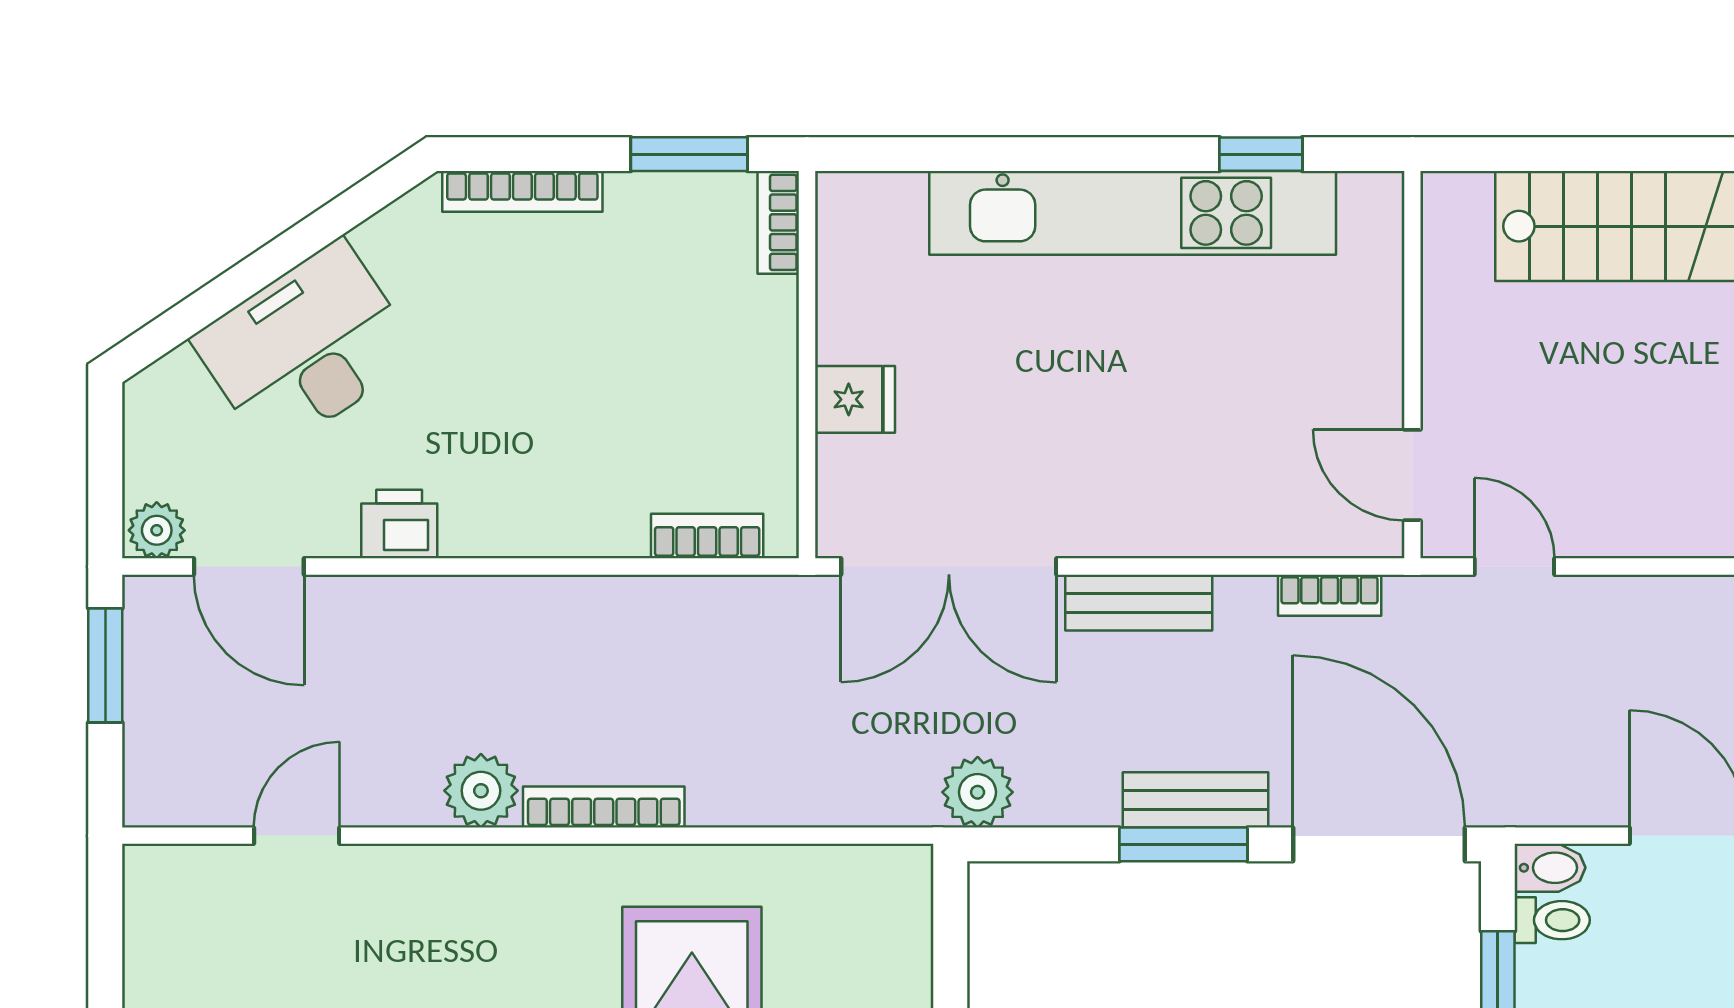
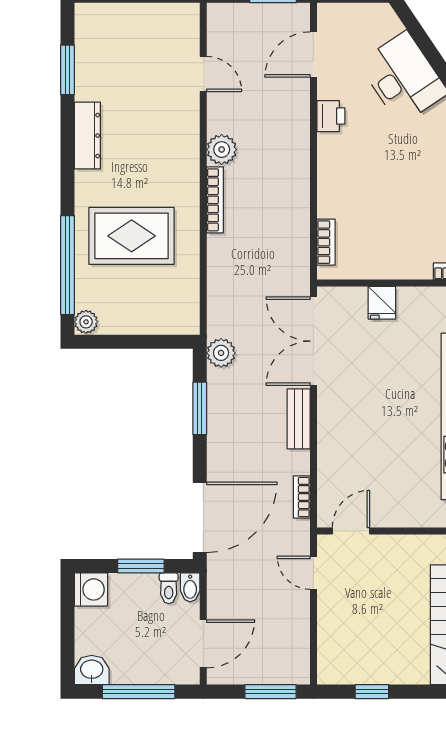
plant: (157, 530) -> (328, 17), removed
door: (1514, 567) -> (313, 573), swing flipped
bench: (1195, 800) -> (218, 442), removed
window: (1183, 844) -> (200, 408), moved

